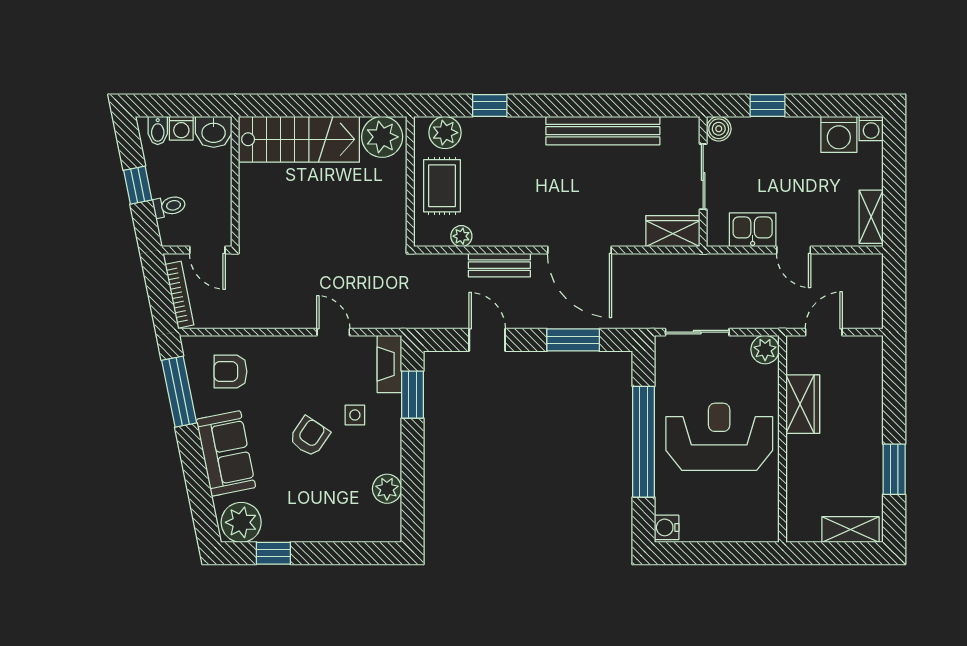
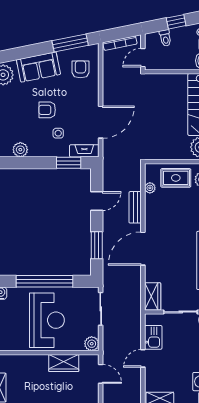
door: (333, 332) -> (101, 122), width x1.88
armchair: (309, 436) -> (47, 110), turned 146

